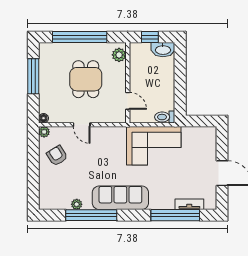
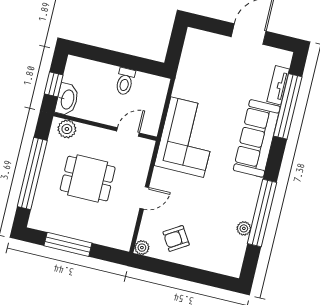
washbasin: (163, 50) -> (67, 99), moved
toilet: (165, 117) -> (125, 81), moved
floor lamp: (44, 118) -> (124, 244), removed
corner sofa: (154, 146) -> (187, 137), moved
sofa: (120, 198) -> (257, 138), moved

